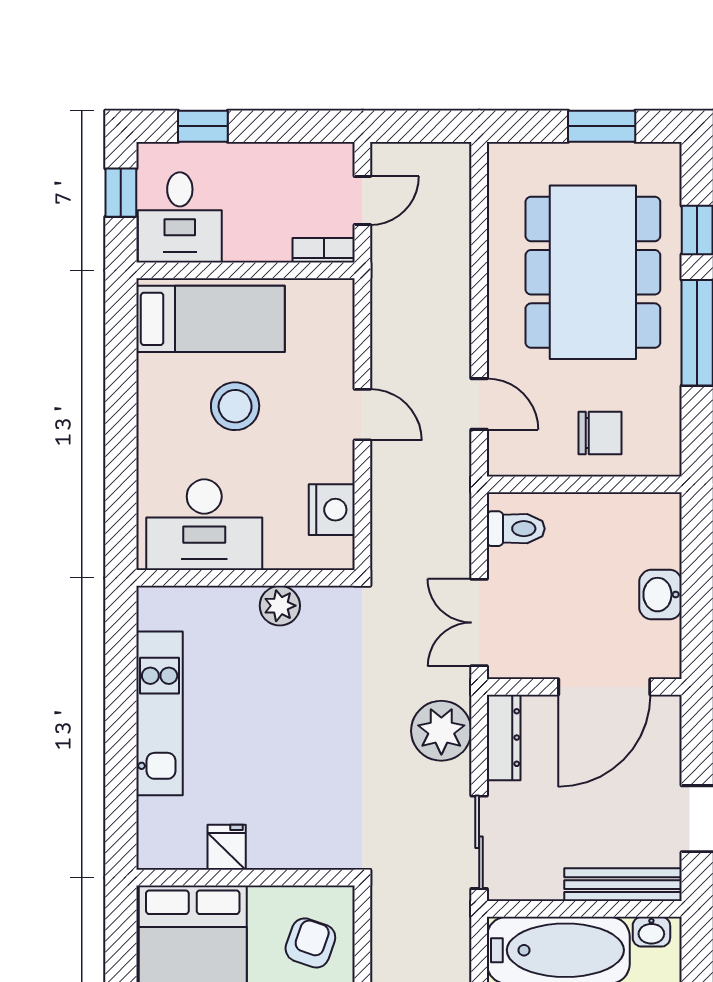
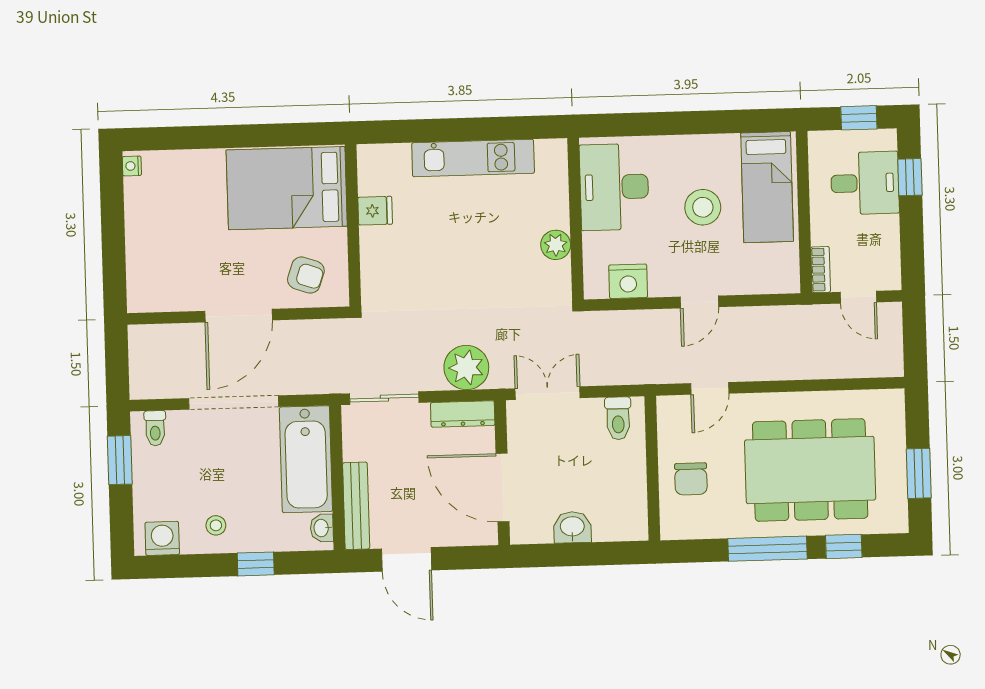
desk: (180, 217) -> (865, 183), moved, turned 180

